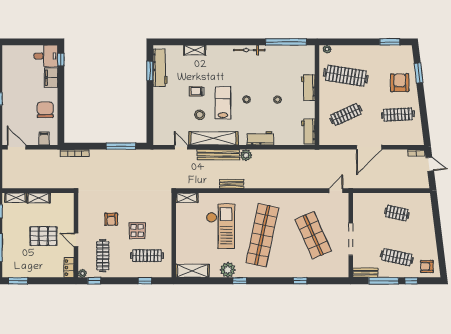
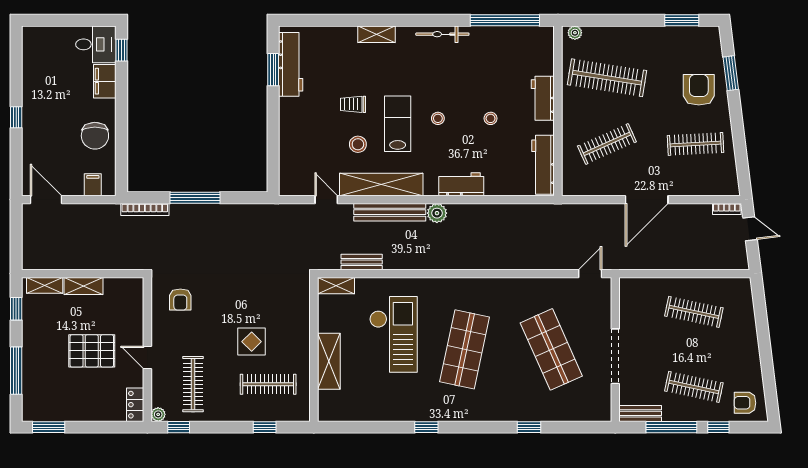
shelving: (195, 50) -> (376, 34), moved
chair: (45, 110) -> (95, 136), turned 180
workbench: (308, 131) -> (543, 165), width x1.38
window: (121, 146) -> (195, 198), moved
bench: (232, 184) -> (362, 262), moved
clothes rail: (397, 213) -> (694, 312), width x1.36
armchair: (111, 219) -> (180, 300), moved
shop shelf: (262, 235) -> (465, 349), width x0.71
plant: (228, 270) -> (406, 408), removed
shelving: (192, 271) -> (329, 361), moved, turned 90

